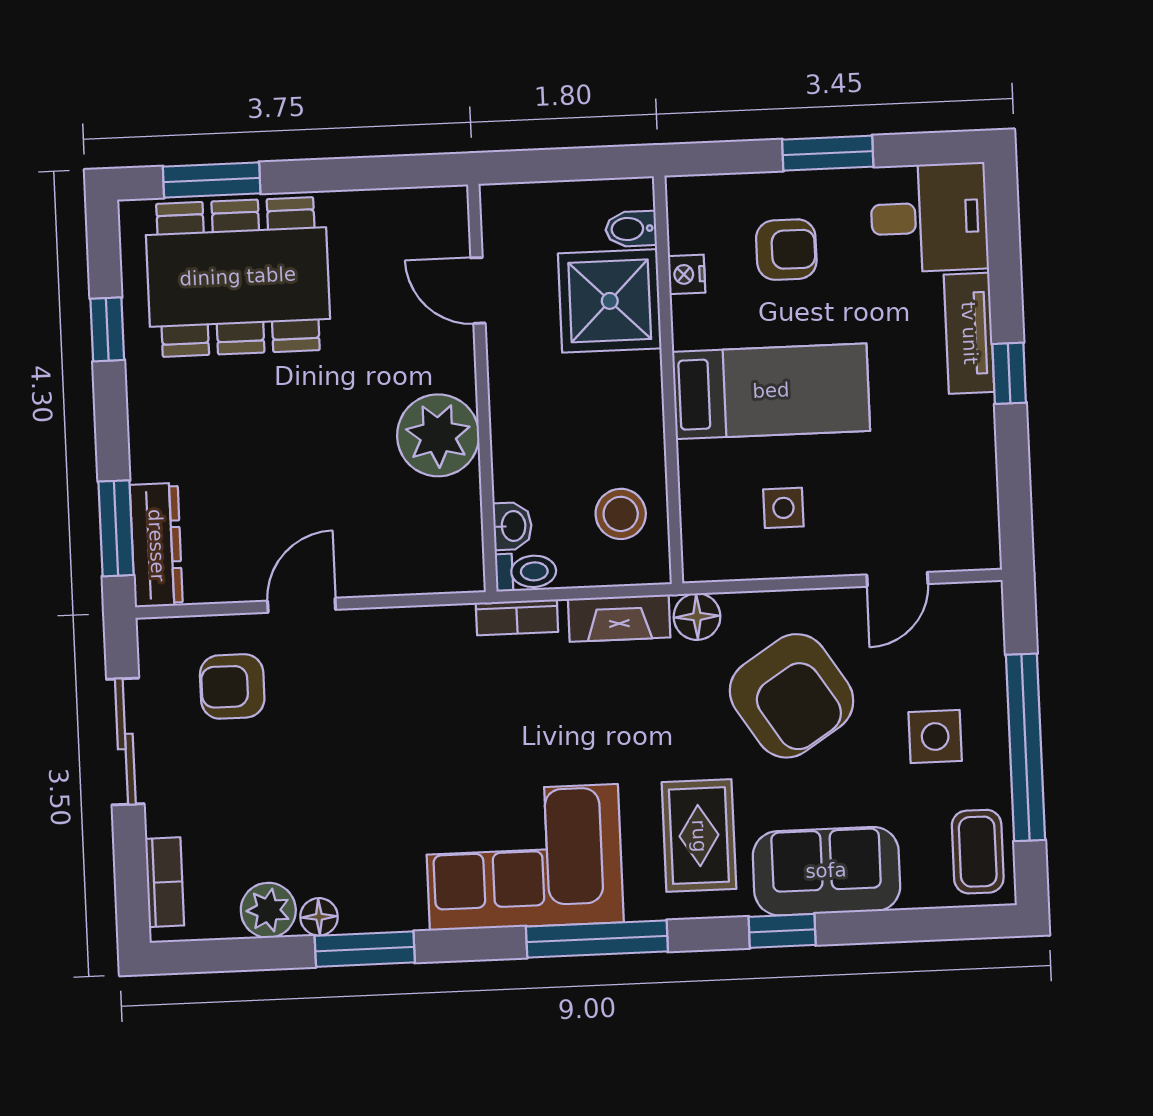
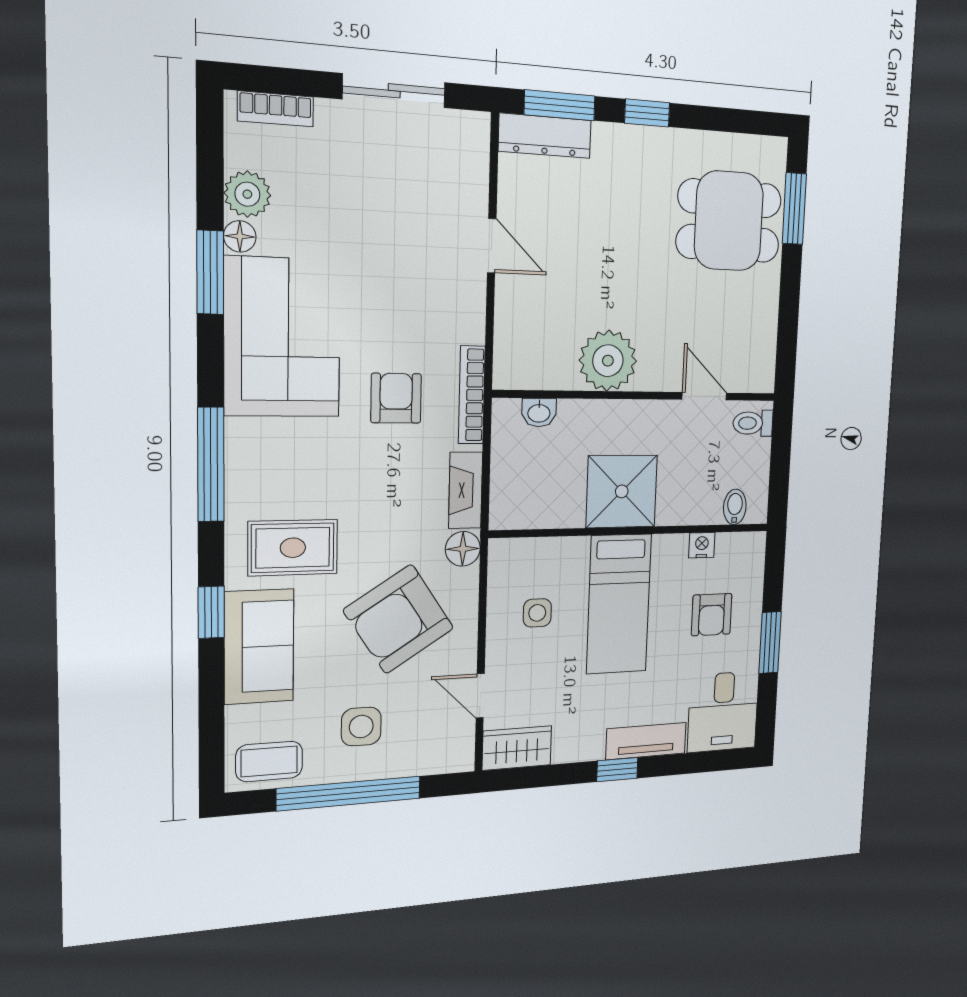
dining table: (238, 277) -> (729, 221), width x0.73
door: (478, 290) -> (704, 396), hinge flipped
shower: (610, 301) -> (622, 491), moved
window: (107, 329) -> (647, 113), moved
stool: (621, 514) -> (542, 494), removed
wardrobe: (972, 523) -> (517, 748), added
toilet: (526, 572) -> (753, 423), moved, turned 90
bookcase: (517, 617) -> (472, 395), width x1.56
armchair: (232, 686) -> (396, 398), moved
corner sofa: (524, 857) -> (282, 337), moved

